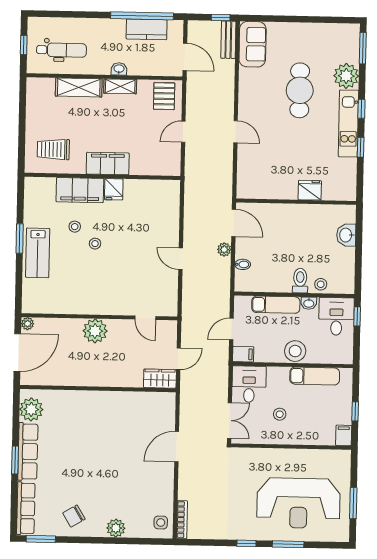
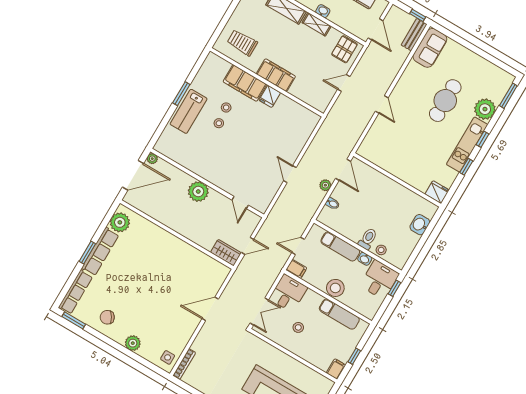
fridge: (310, 190) -> (437, 192), moved
stool: (95, 244) -> (219, 123), moved

